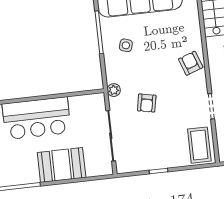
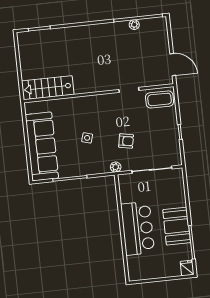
side table: (126, 45) -> (87, 138), moved
armchair: (191, 63) -> (95, 106), removed
booth: (62, 165) -> (177, 226), moved

